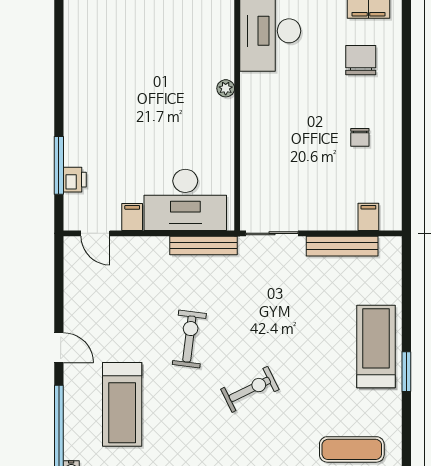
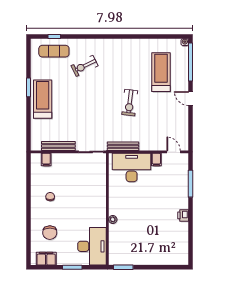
printer: (75, 180) -> (183, 215), moved
treadmill: (376, 347) -> (43, 99), turned 180
exercise bike: (250, 389) -> (85, 66), moved

